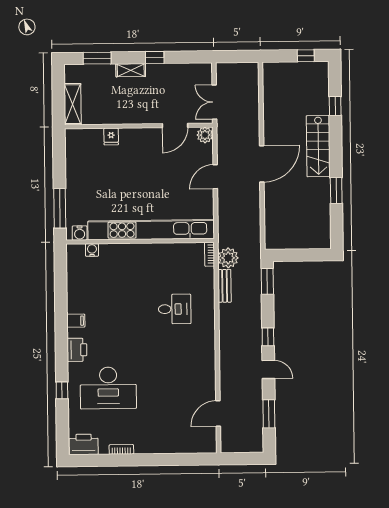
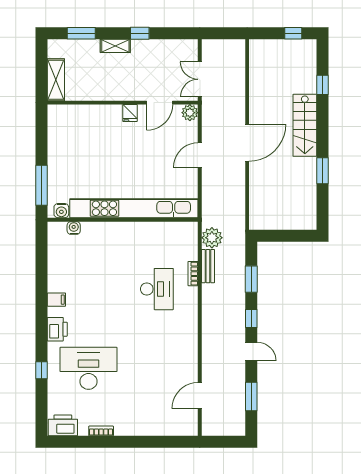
fridge: (111, 136) -> (130, 113), moved
bookcase: (210, 254) -> (193, 274), moved
window: (267, 281) -> (251, 279), moved
desk: (175, 309) -> (157, 289), width x1.37
desk: (108, 388) -> (88, 368), turned 180

